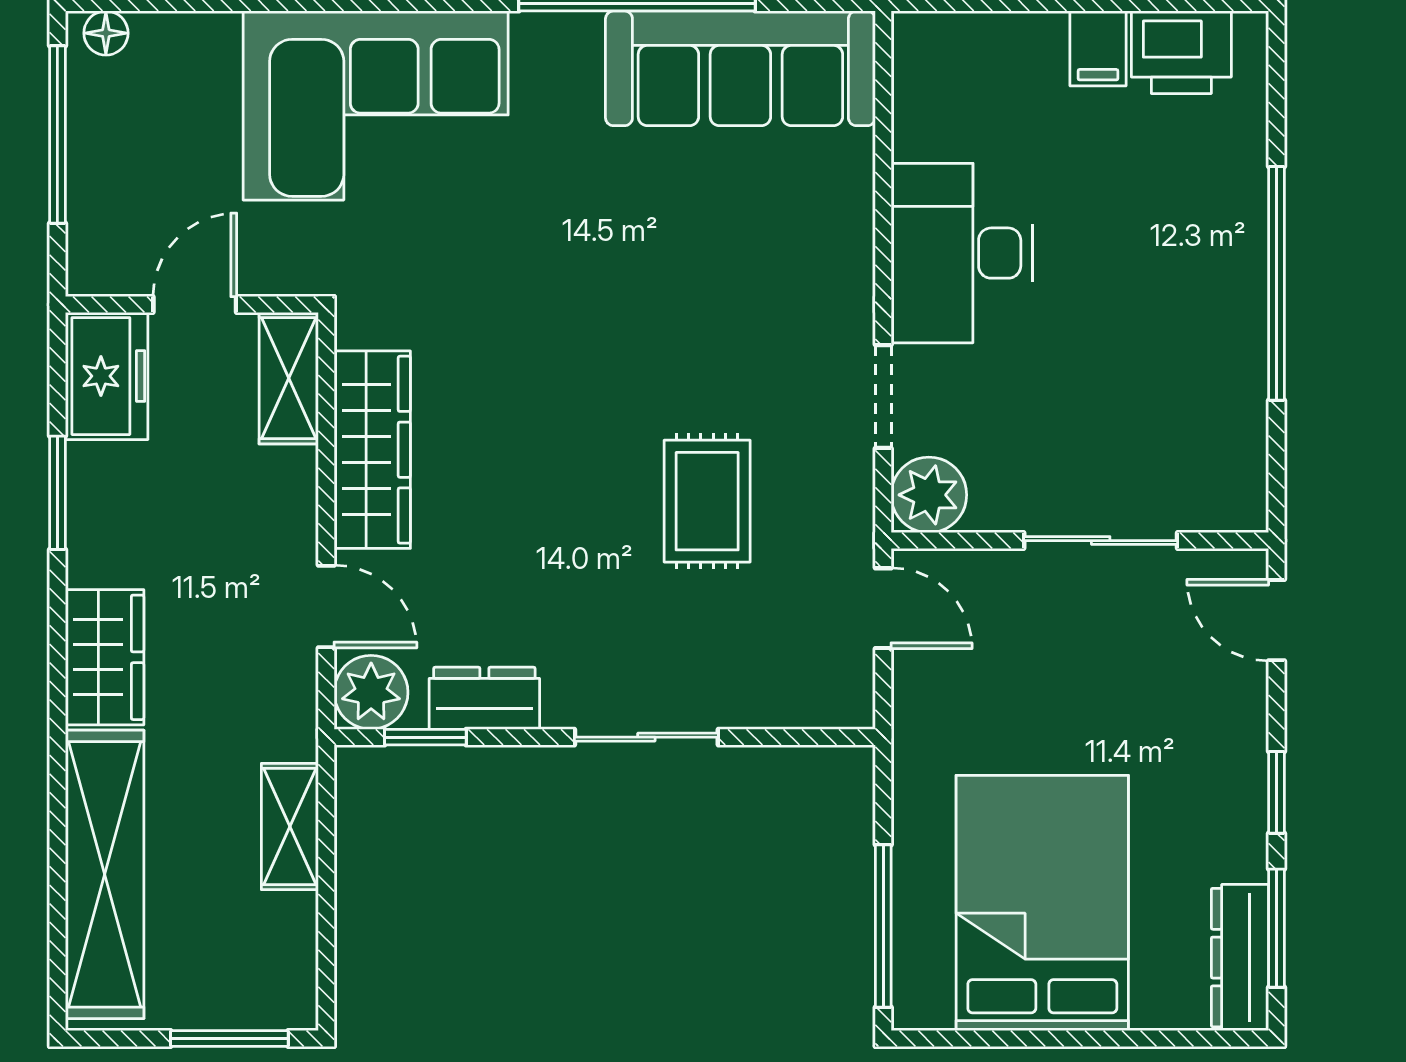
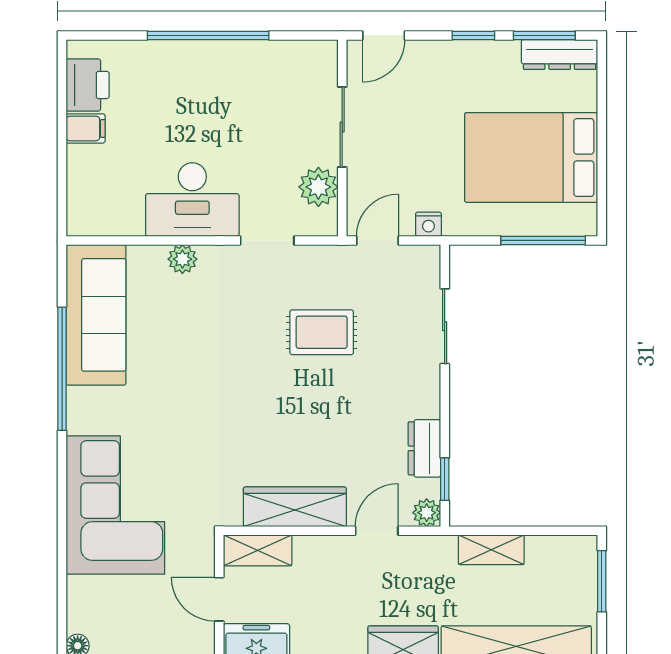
plant: (847, 234) -> (182, 259), added
plant: (929, 495) -> (318, 187), moved
plant: (371, 692) -> (427, 513), width x0.73, depth x0.73
nightstand: (914, 706) -> (428, 224), added
sliding door: (646, 737) -> (445, 326), moved

